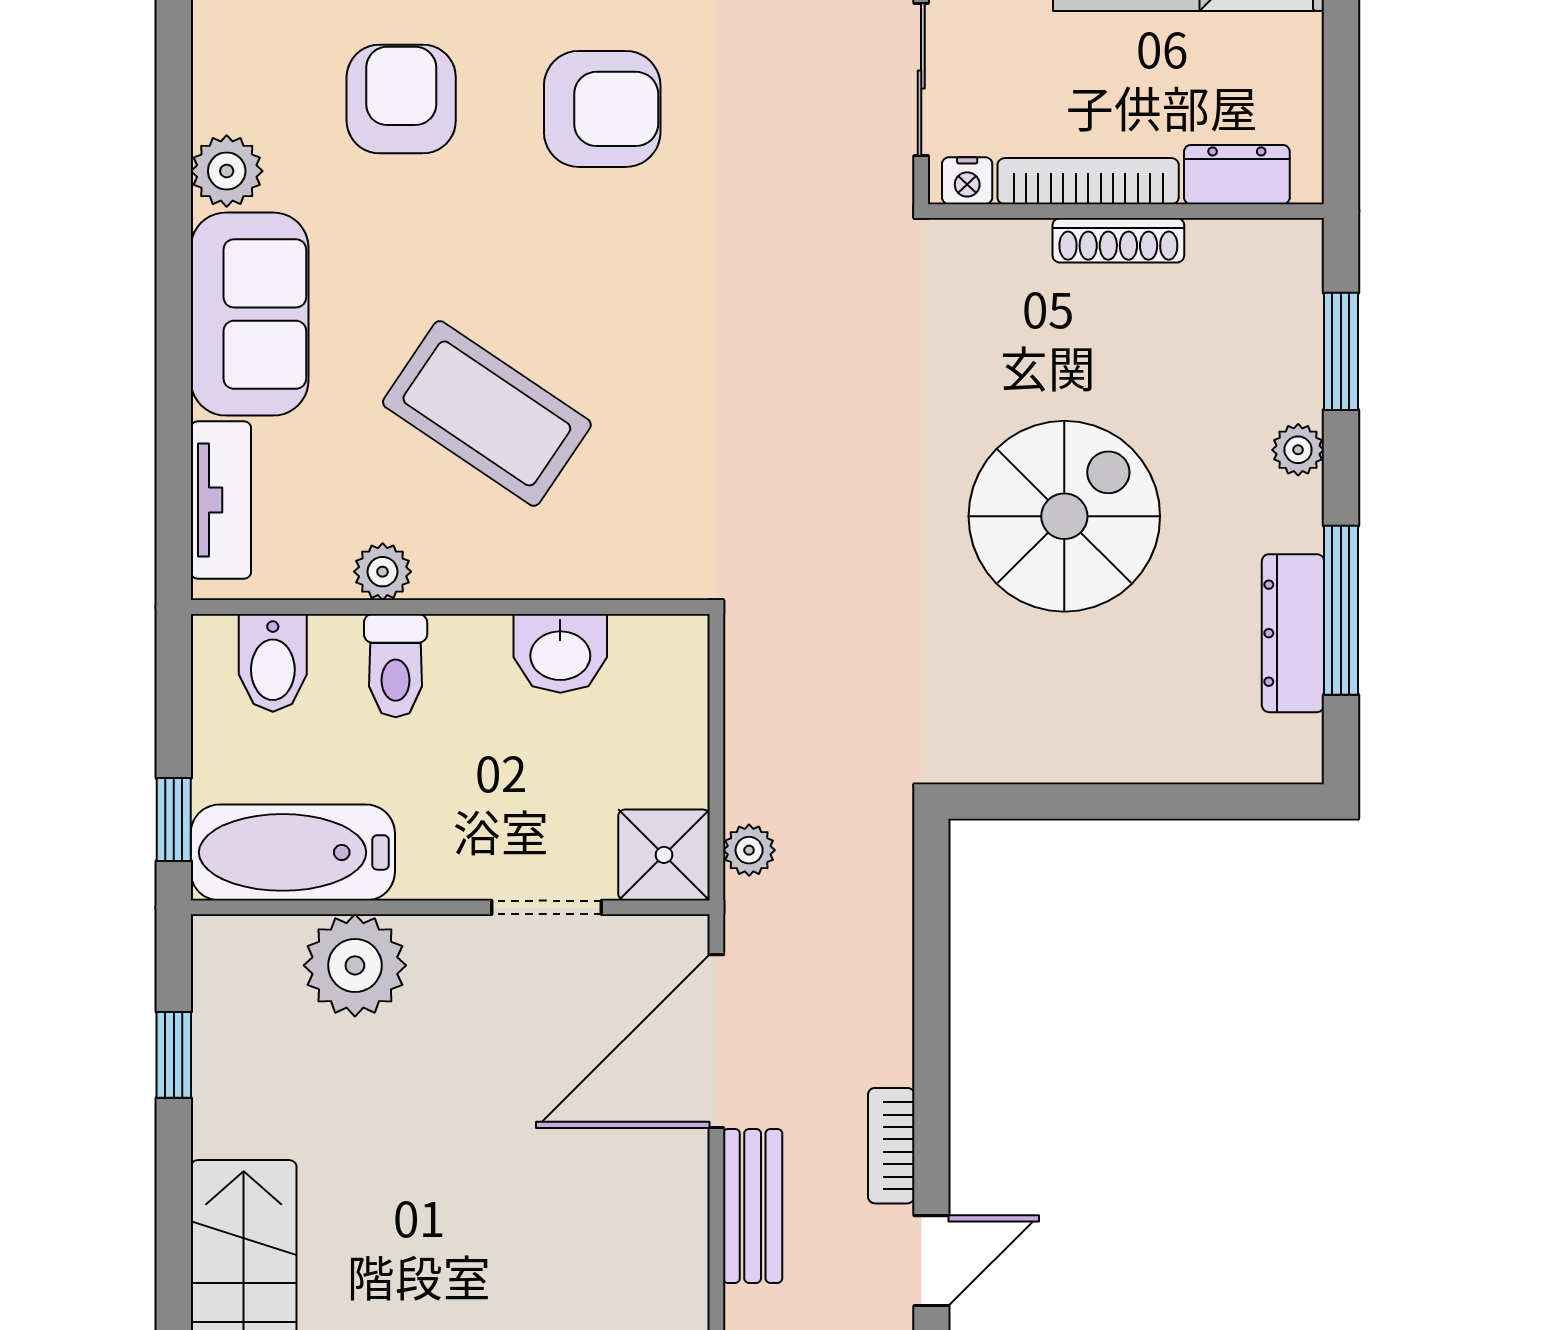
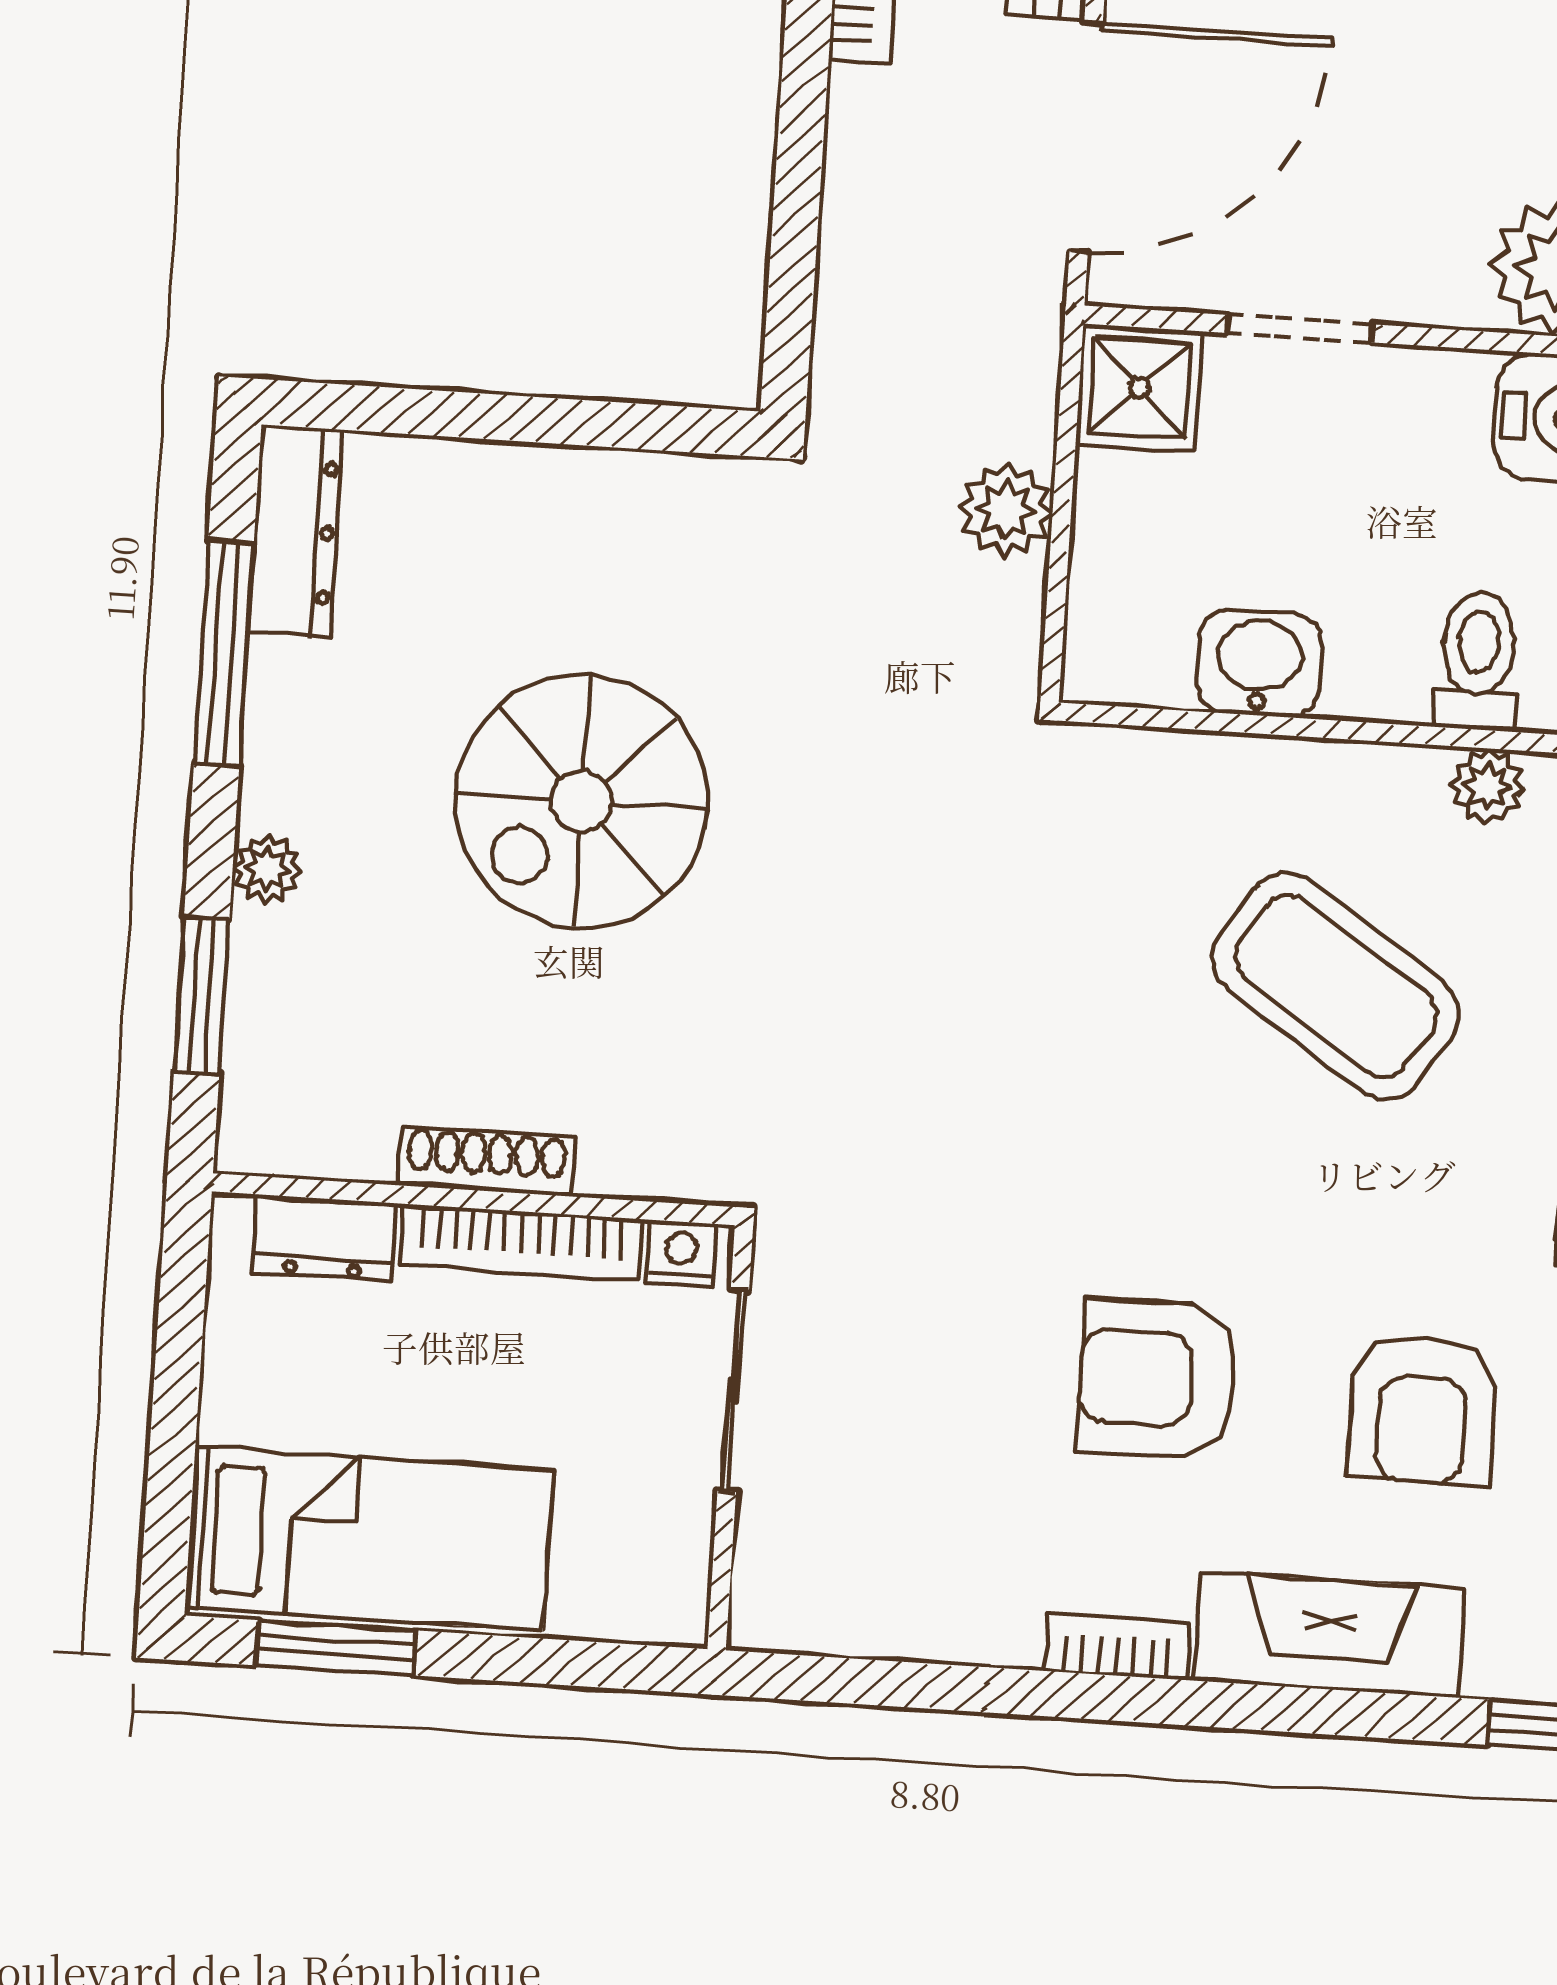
dresser: (1293, 633) -> (295, 532), moved
plant: (749, 850) -> (1006, 510), moved, width x1.38, depth x1.38

